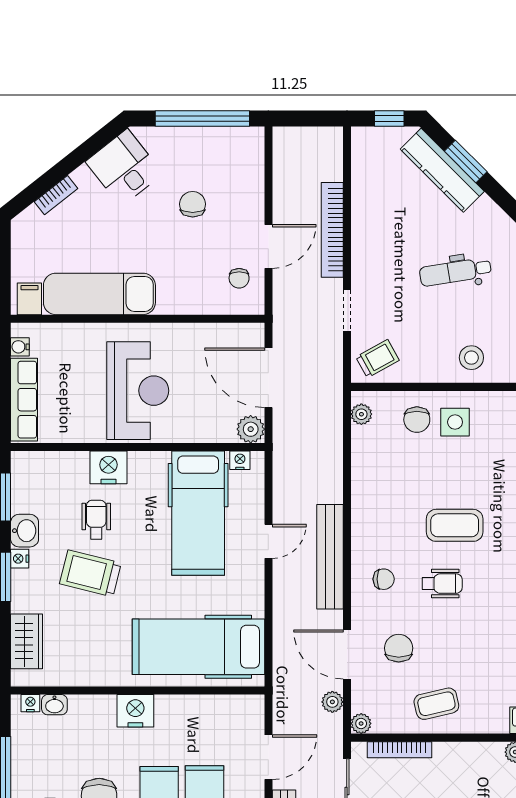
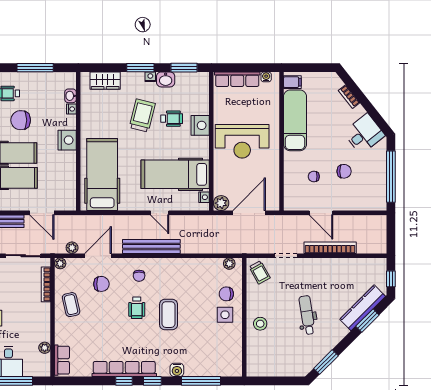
chair: (239, 278) -> (314, 176), moved
nightstand: (30, 703) -> (71, 109), moved

